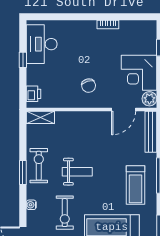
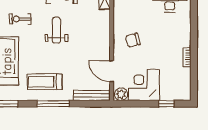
weight bench: (77, 172) -> (56, 30), turned 180
exercise bike: (65, 213) -> (20, 19), width x0.73, depth x0.72

